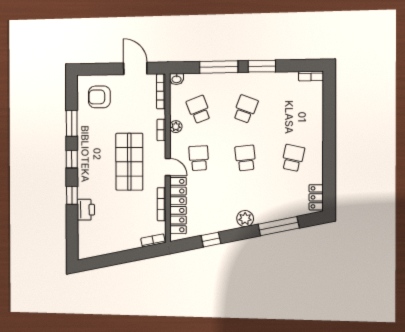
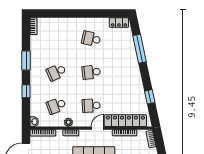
window: (219, 67) -> (26, 91), width x0.46
school desk: (245, 109) -> (56, 72), turned -45
plant: (245, 219) -> (134, 72), removed

